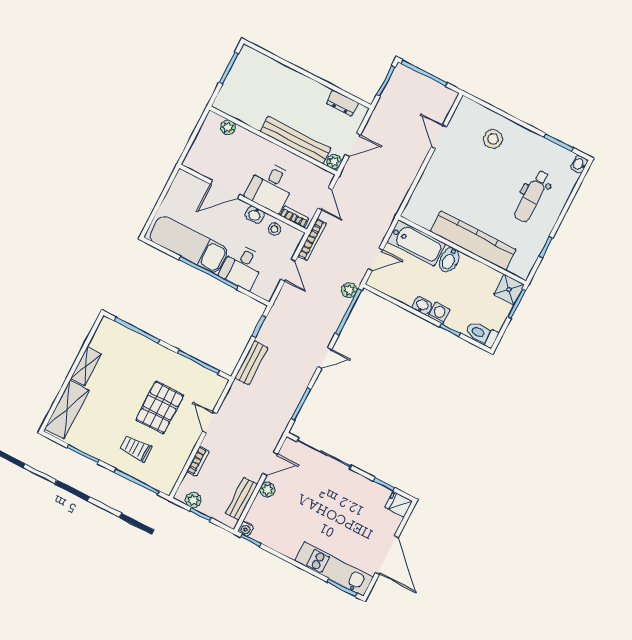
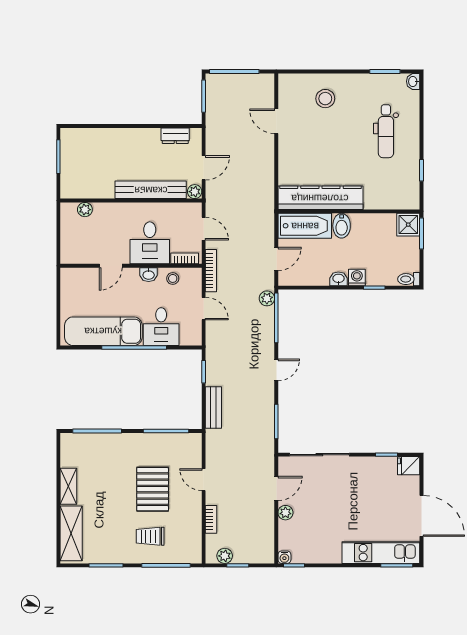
door: (225, 189) -> (111, 266), width x0.73
kitchen counter: (473, 241) -> (320, 198), moved
toilet: (482, 334) -> (409, 279), width x0.73, depth x0.72
bench: (241, 499) -> (267, 533), removed

